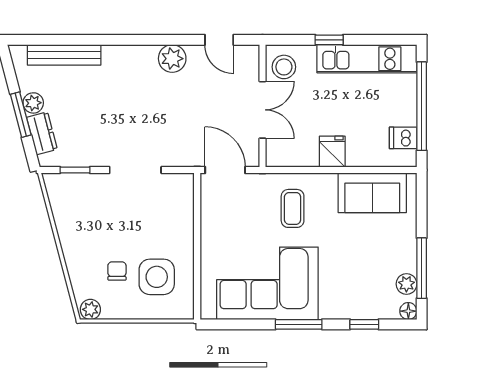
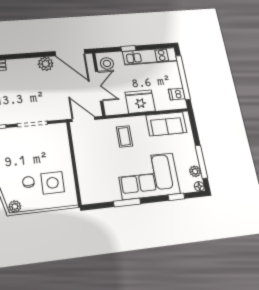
door: (219, 40) -> (70, 53), width x1.88
fridge: (332, 152) -> (140, 102), width x1.88, depth x1.34
corner sofa: (267, 283) -> (148, 176), moved
window: (299, 324) -> (127, 203), moved

